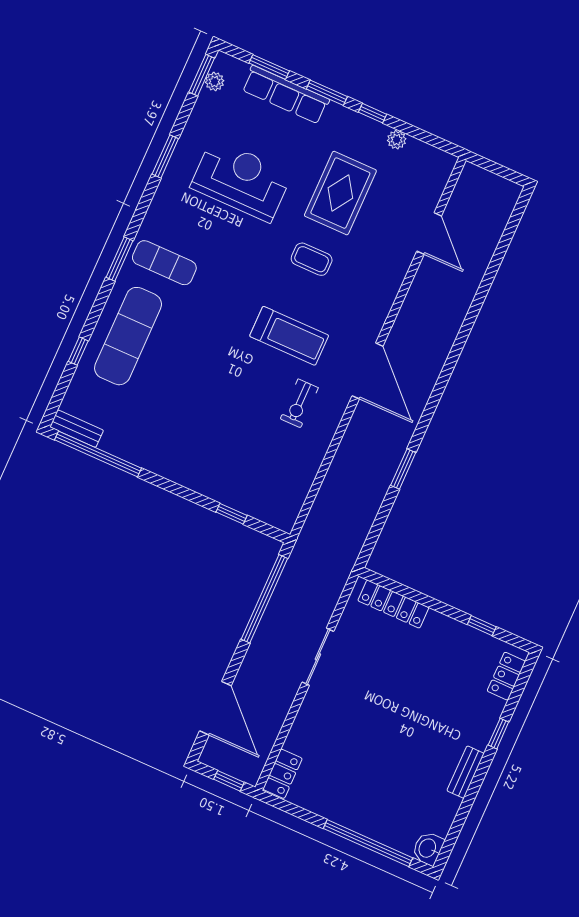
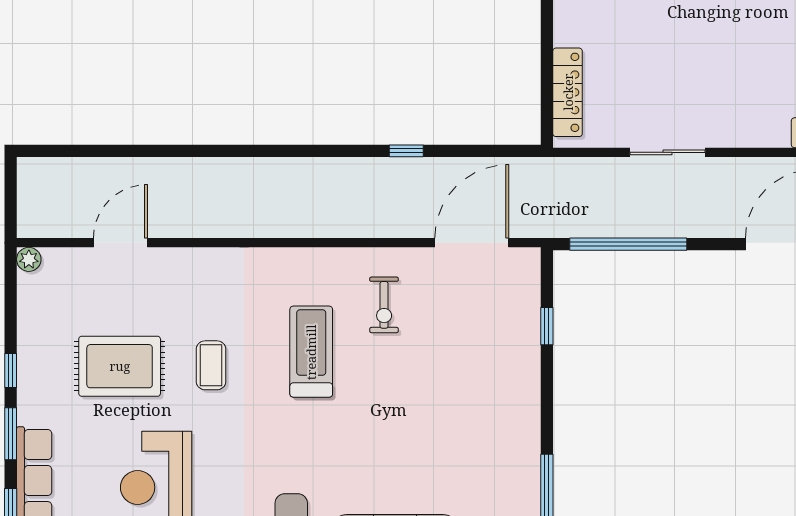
plant: (397, 140) -> (29, 259), moved
door: (368, 371) -> (472, 243), moved
exercise bike: (299, 403) -> (384, 305), turned 90
window: (403, 469) -> (406, 151), width x0.67

